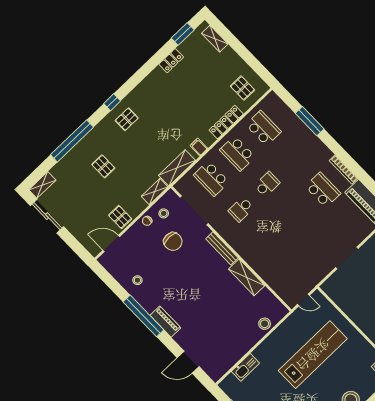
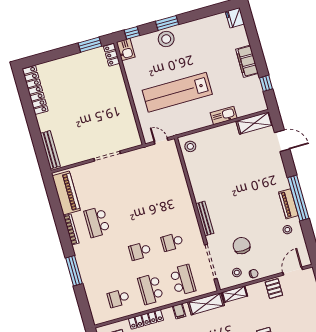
window: (310, 121) -> (74, 271), moved
school desk: (263, 128) -> (118, 298), width x0.54
school desk: (237, 153) -> (151, 289), turned 180
school desk: (241, 209) -> (172, 242), turned 180
door: (111, 243) -> (293, 271), swing flipped
shelving: (247, 277) -> (254, 123), moved, turned 90
piano: (165, 322) -> (288, 204), moved
stool: (265, 324) -> (190, 146), moved
kitchen sink: (245, 367) -> (224, 115), moved

